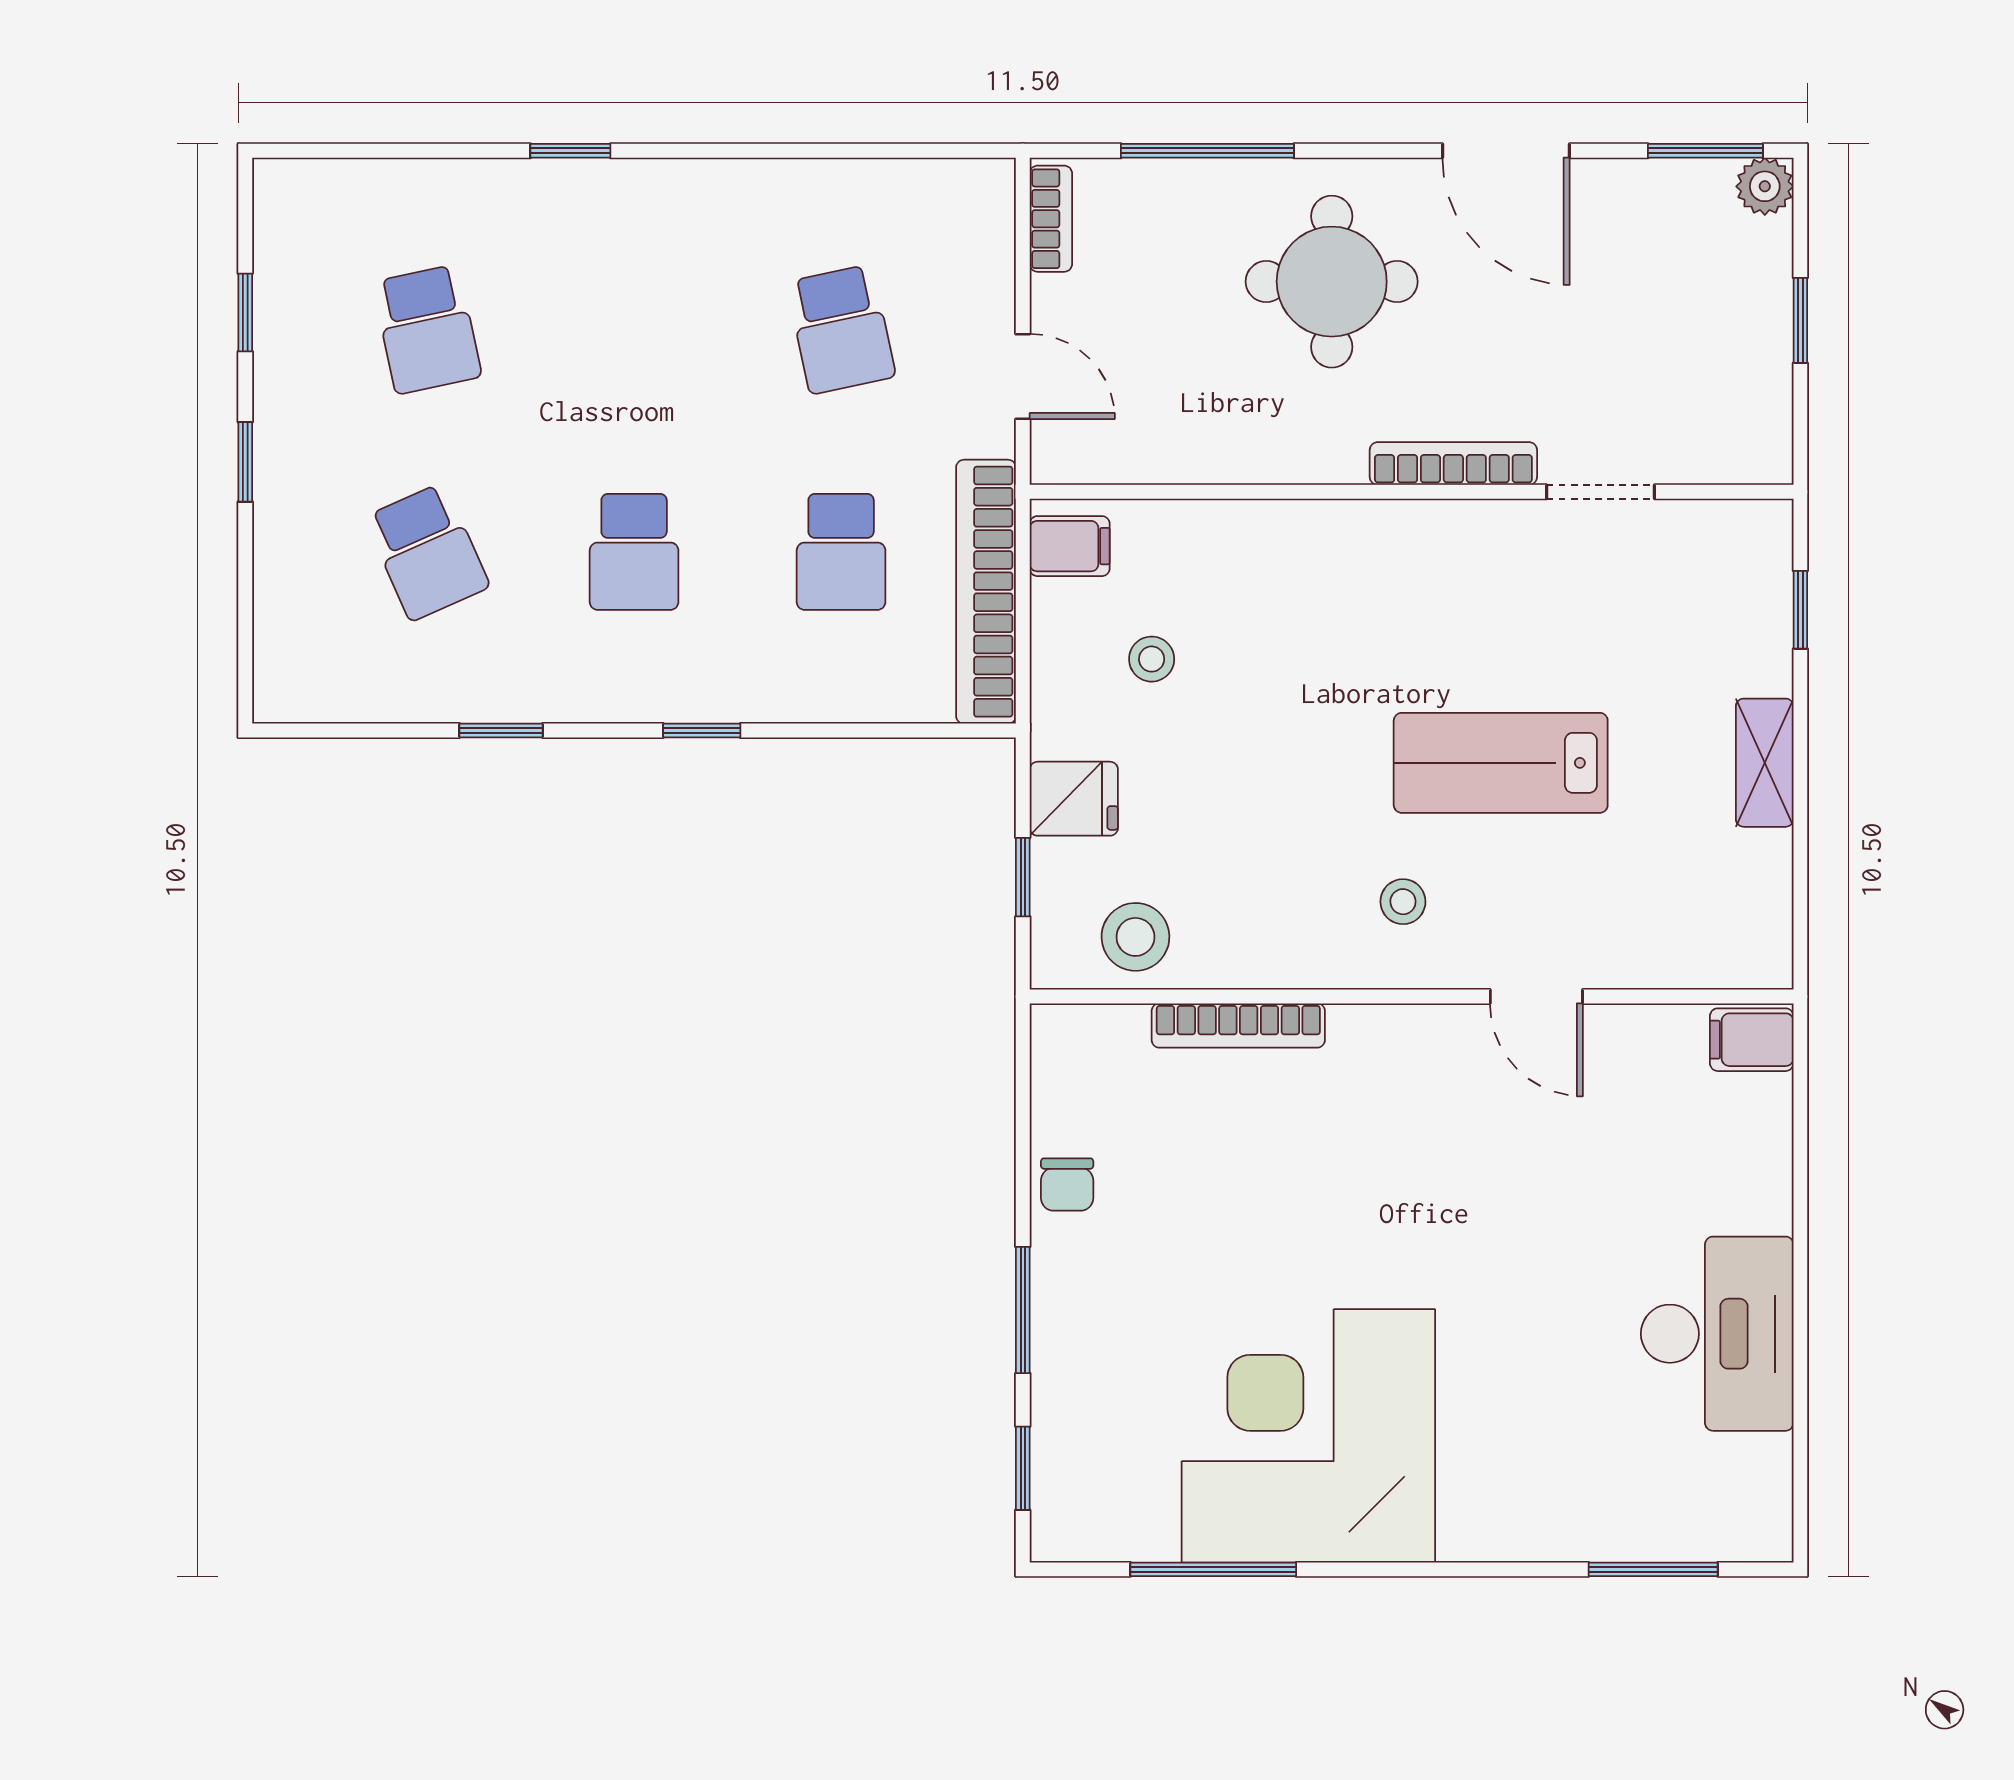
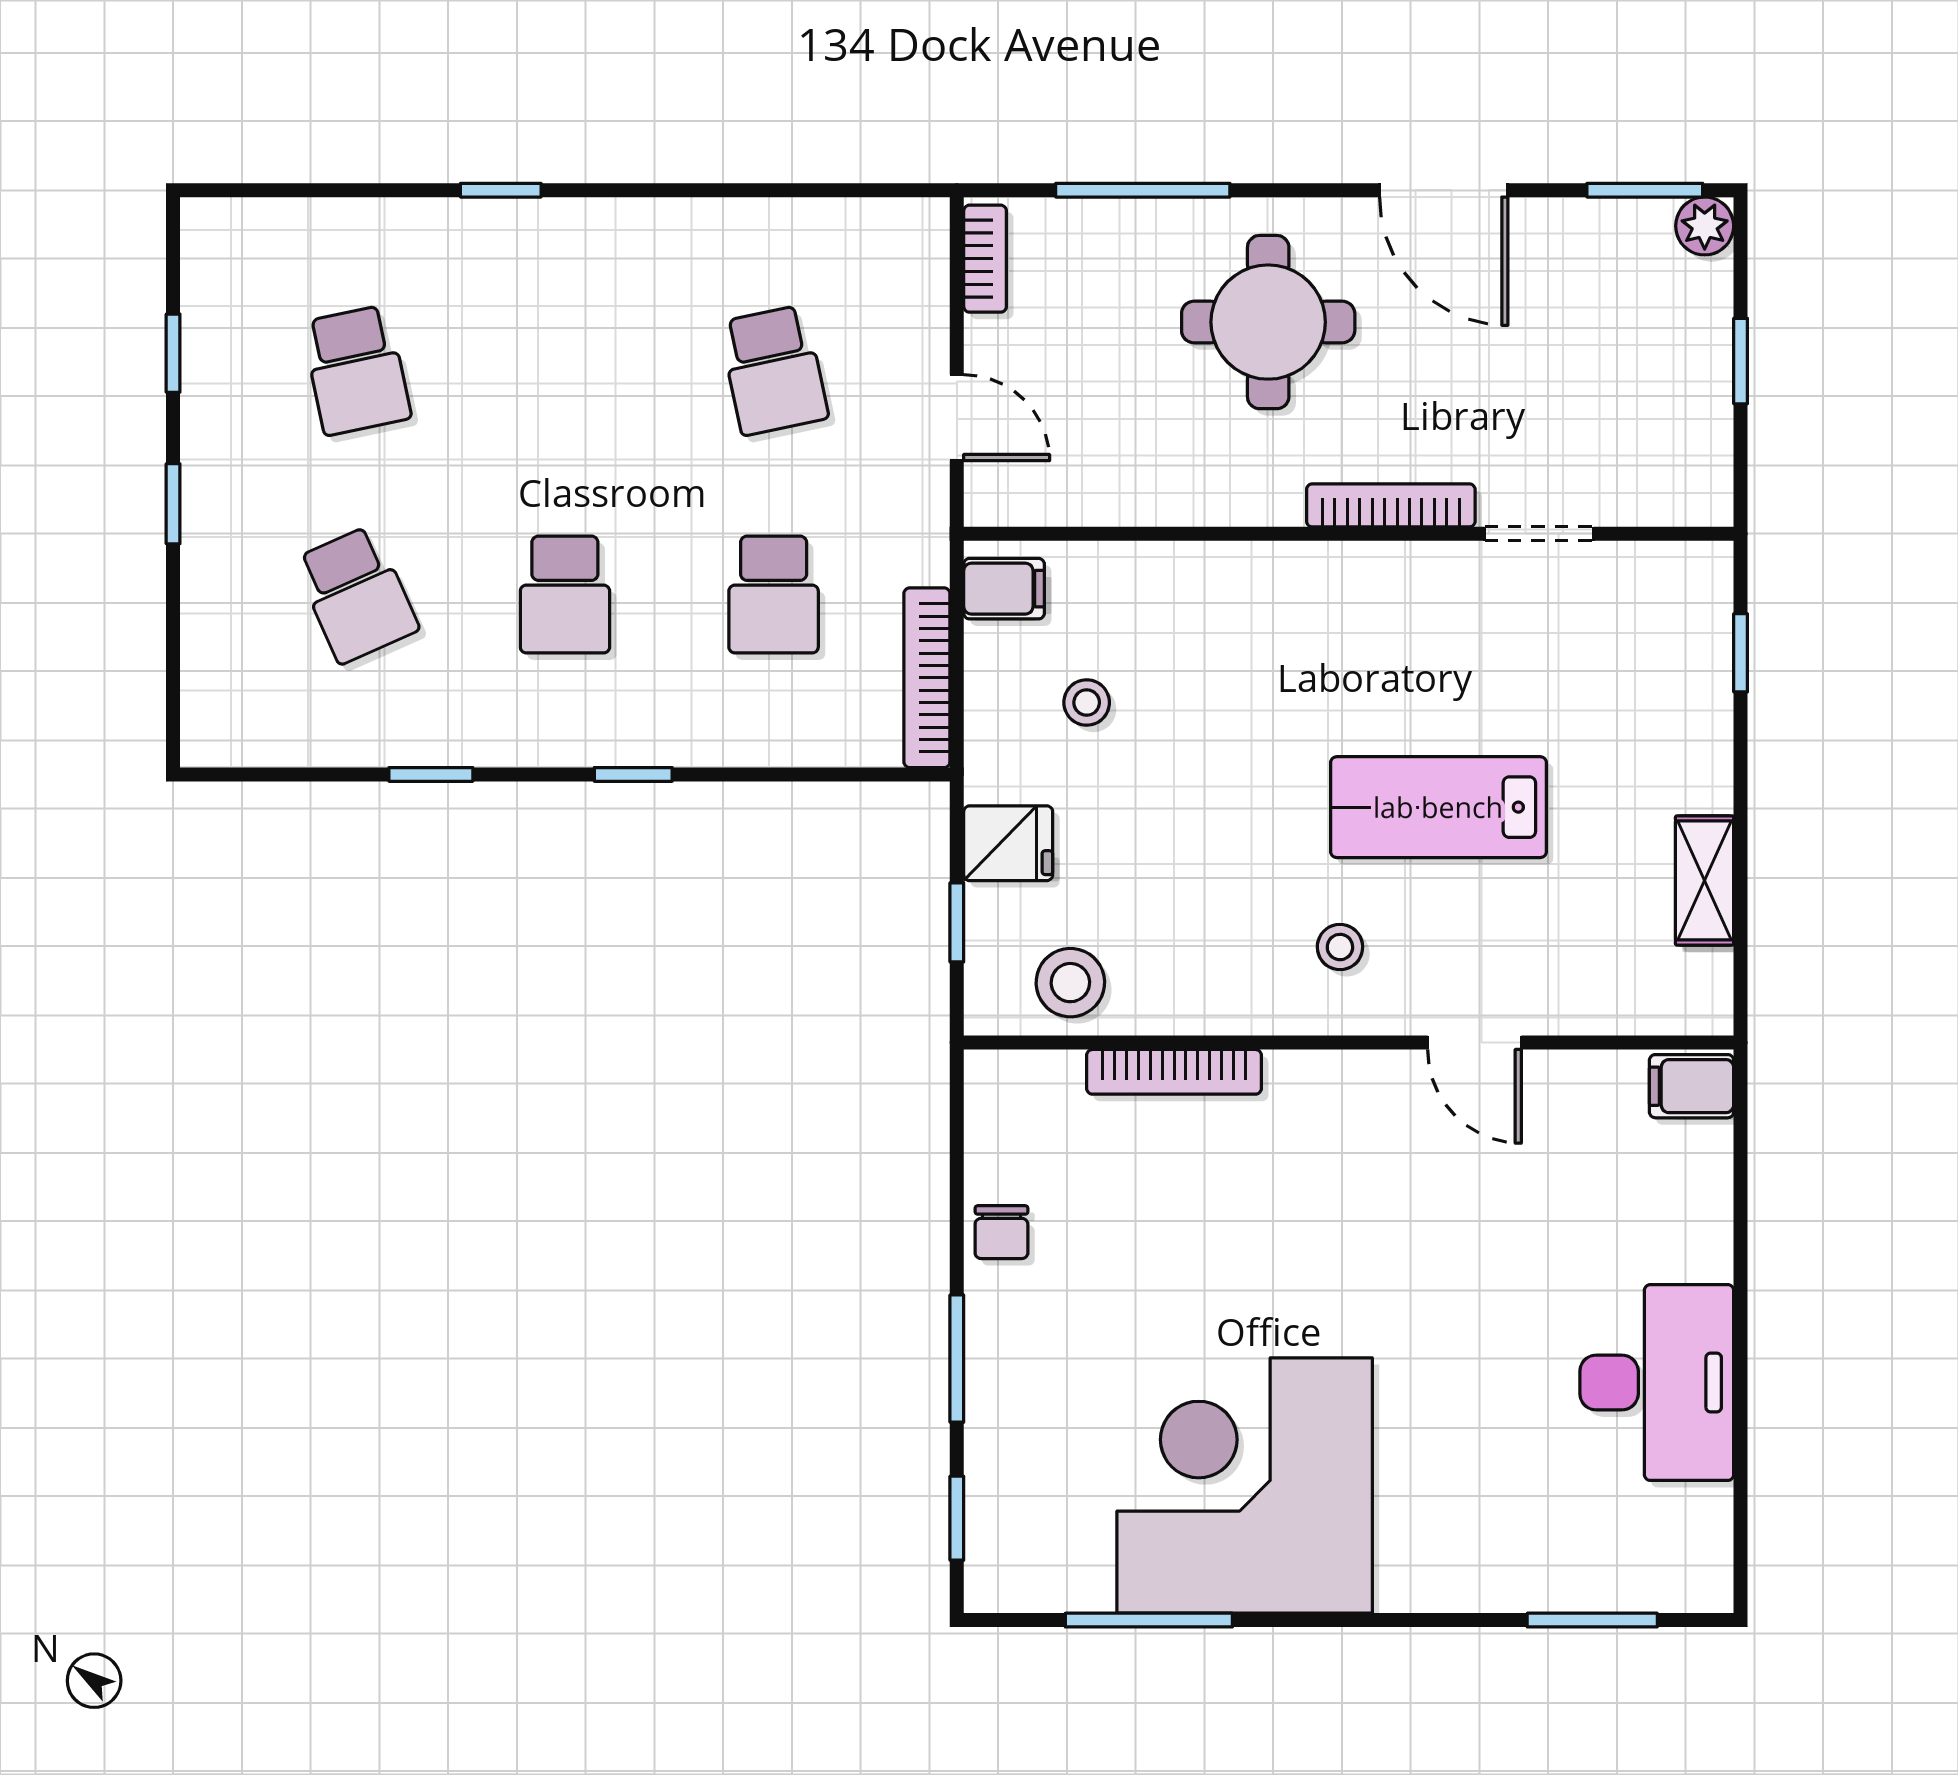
bookcase: (986, 592) -> (927, 678), width x0.68, depth x0.76
shelving: (1765, 763) -> (1705, 880), moved

